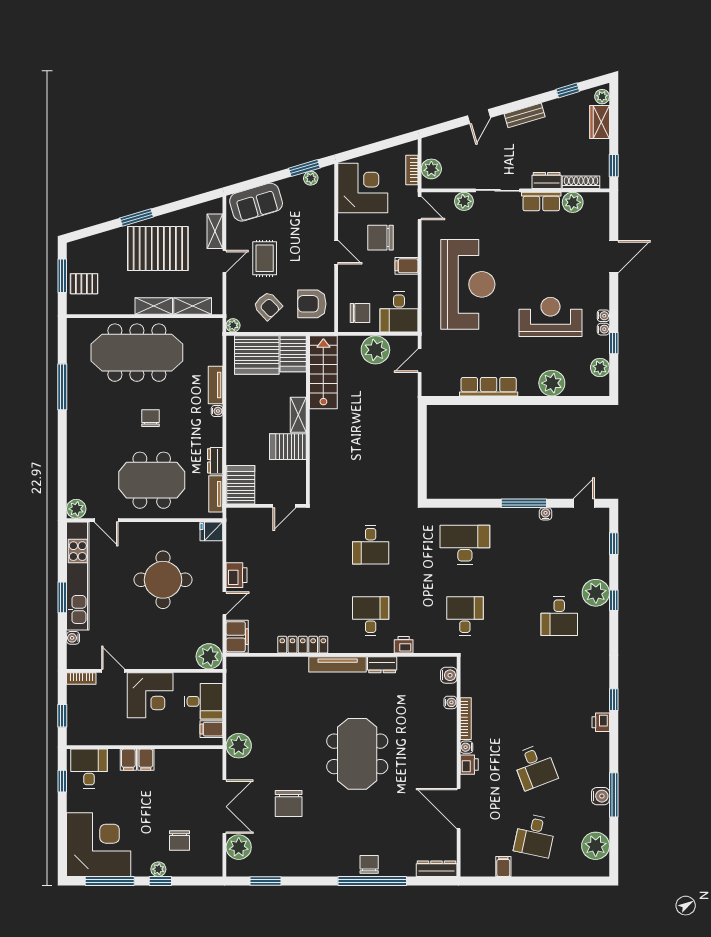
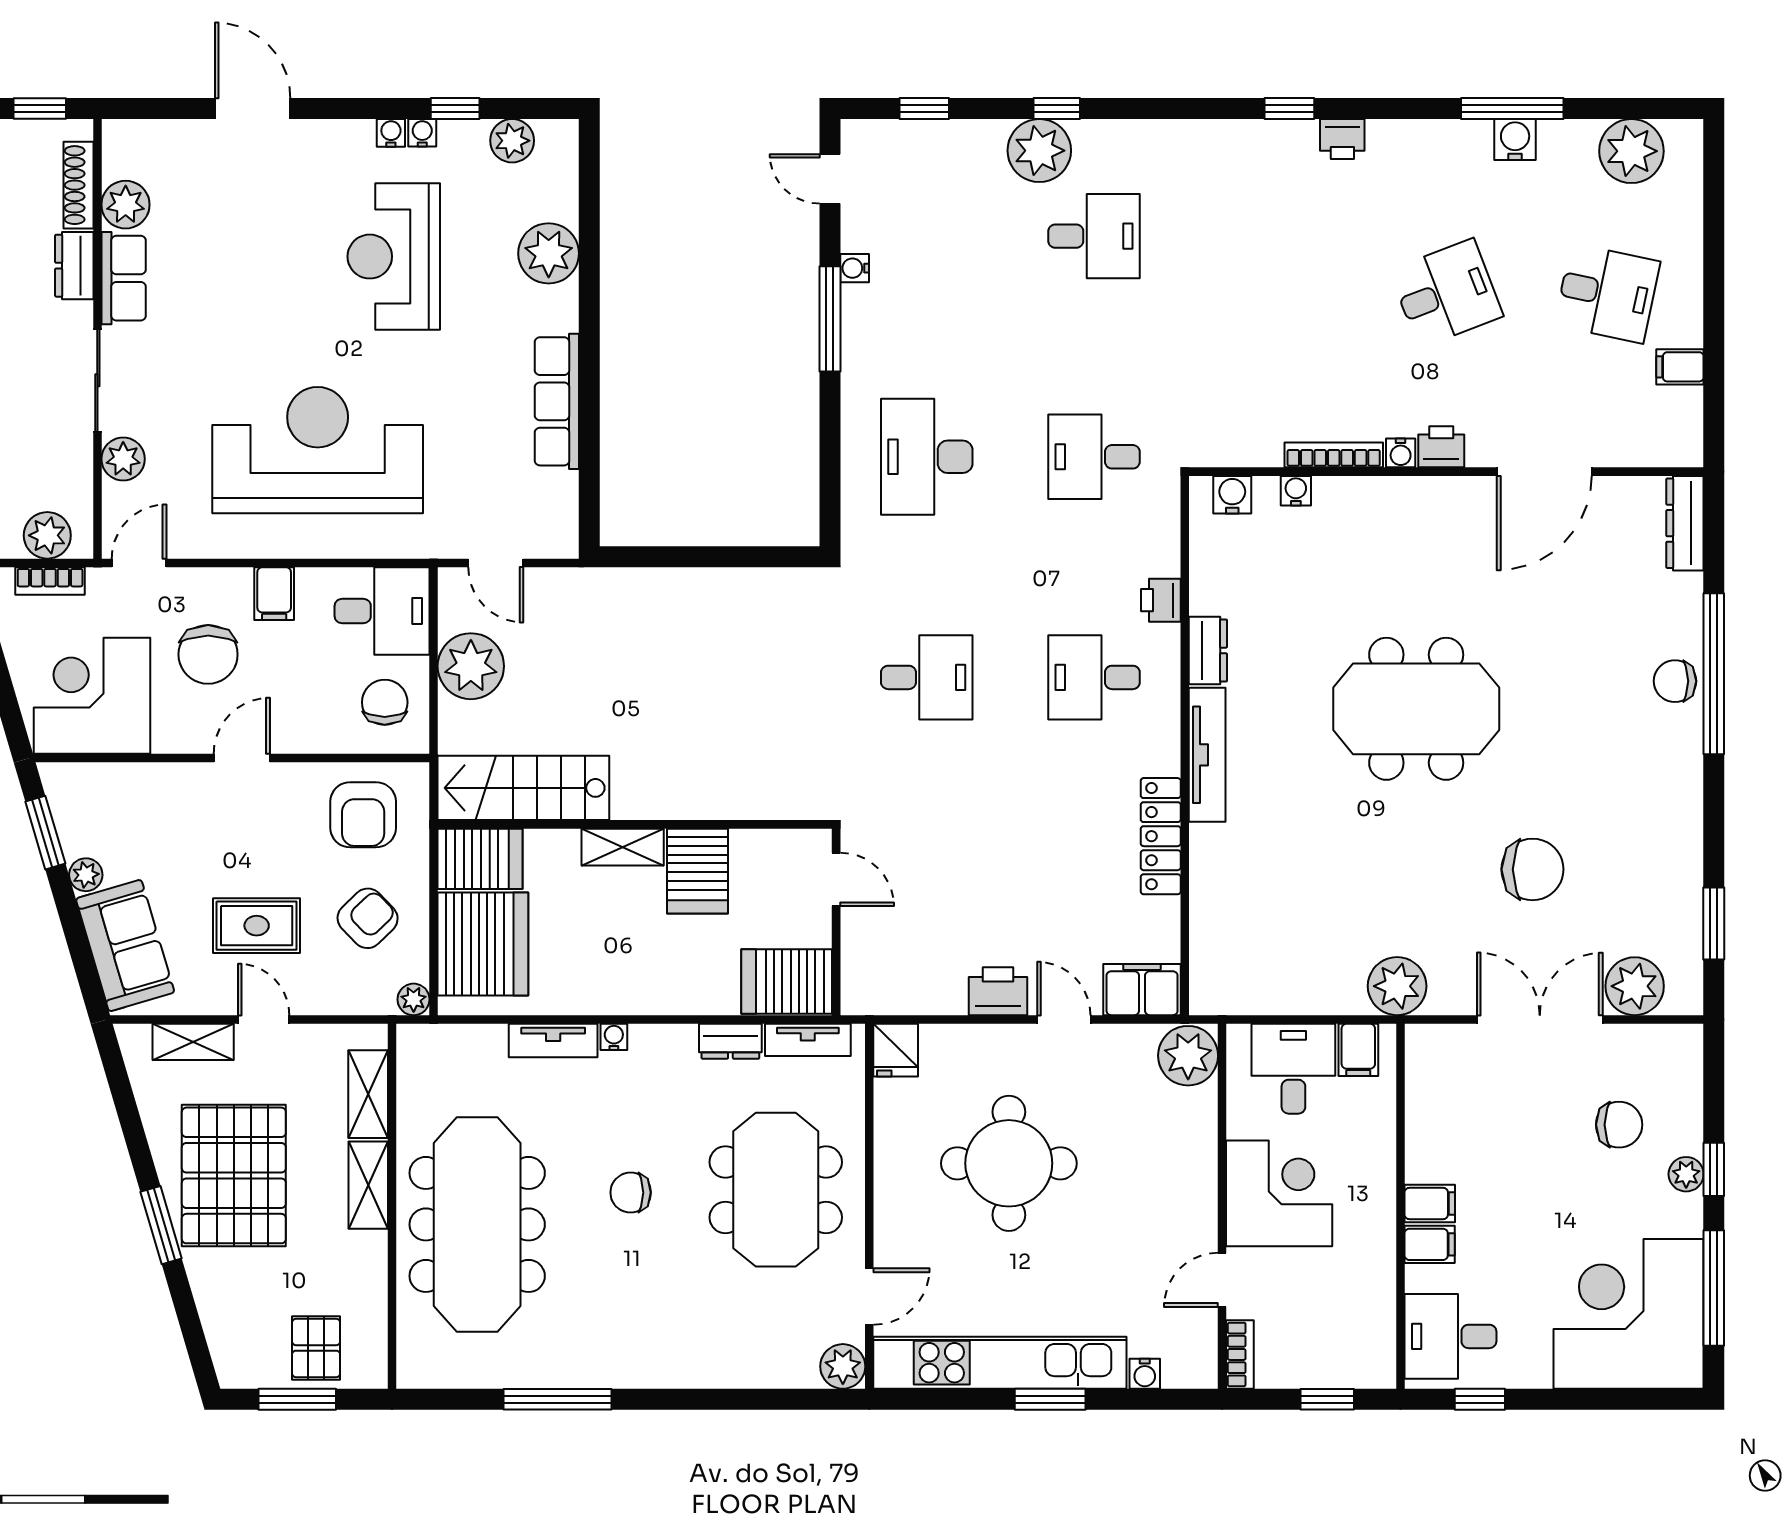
plant: (311, 178) -> (86, 875), moved

